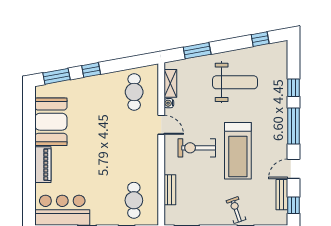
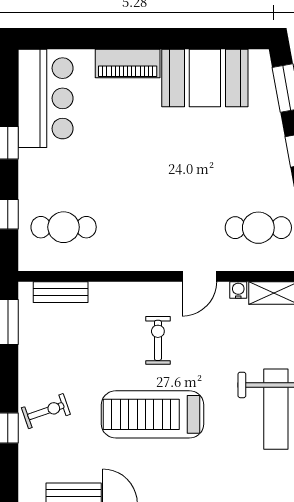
exercise bike: (197, 148) -> (158, 340), width x0.73, depth x0.72
bench: (170, 190) -> (61, 292), moved

